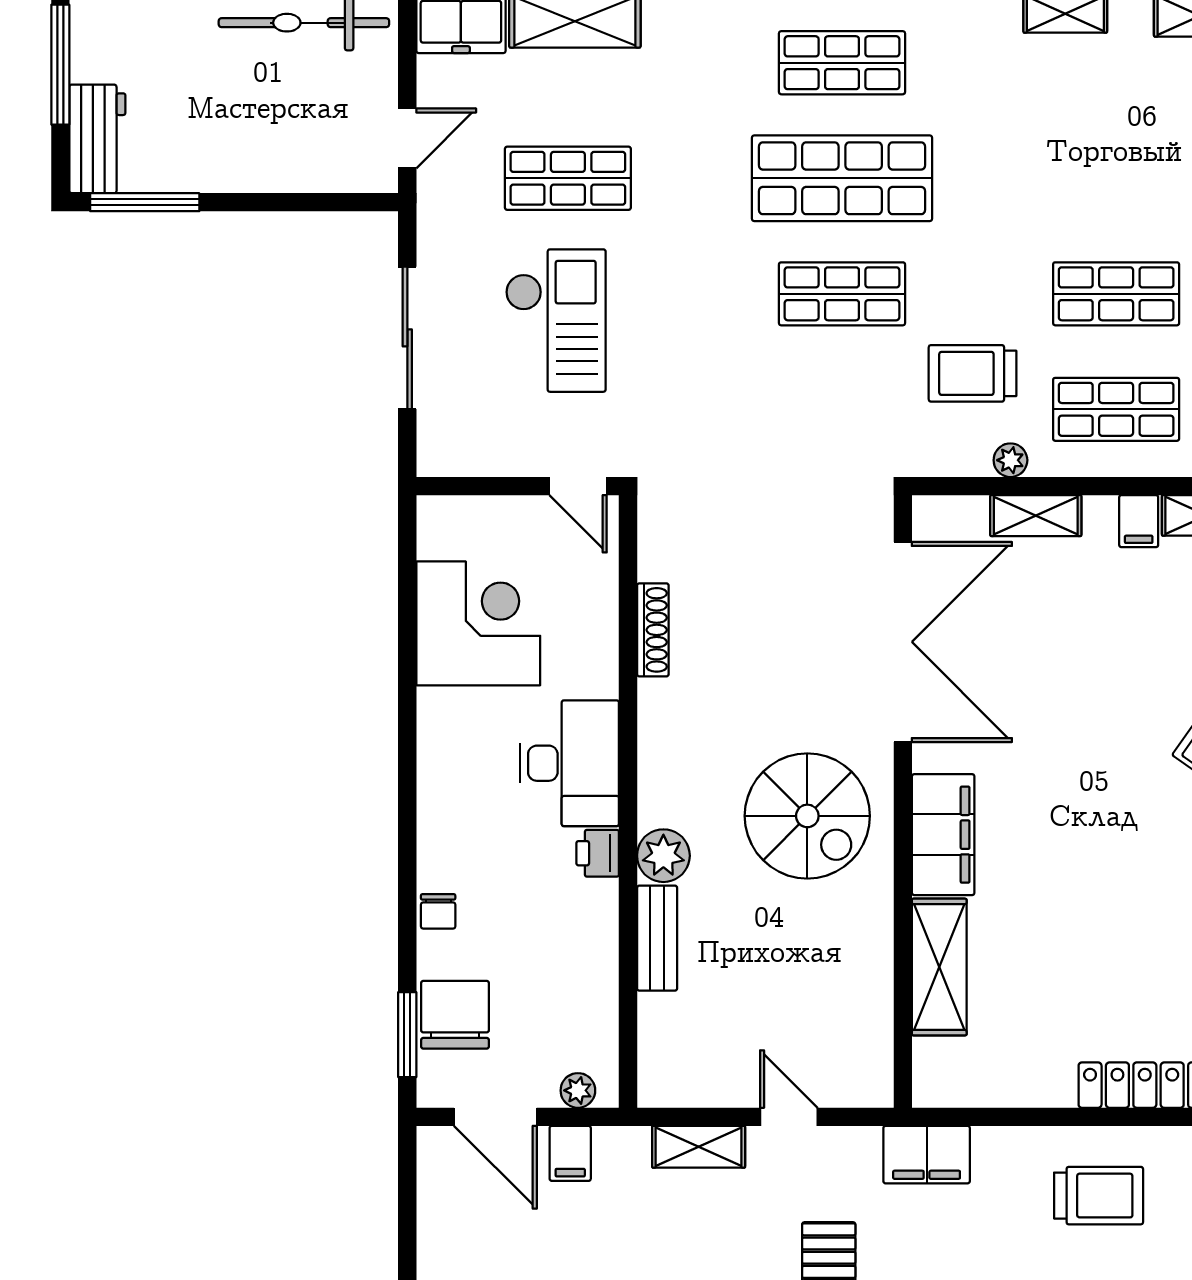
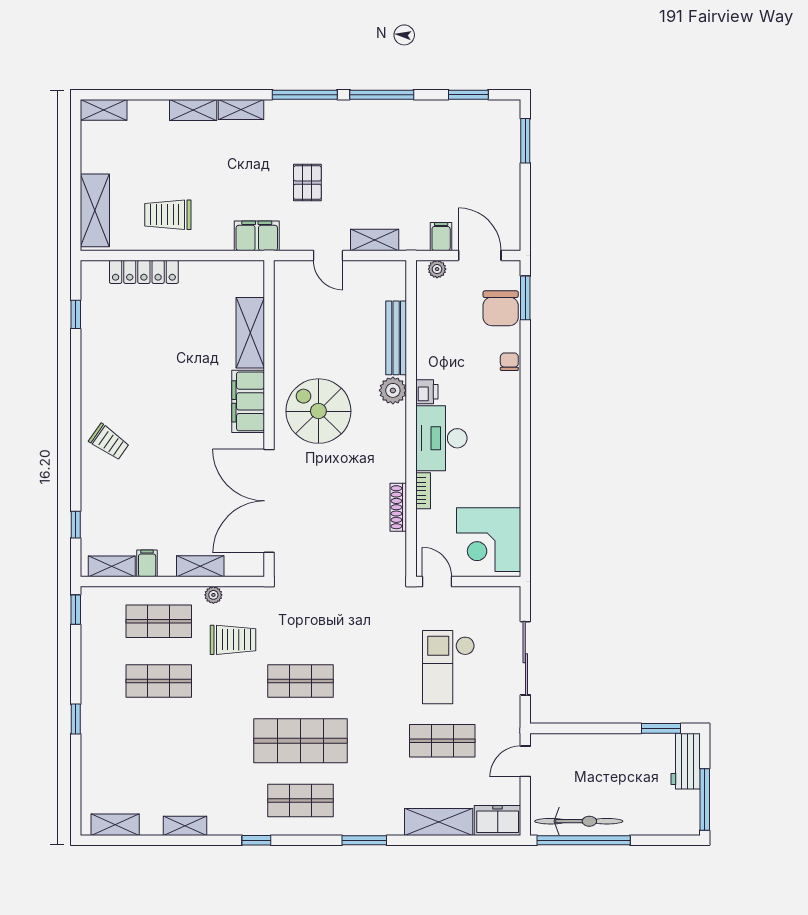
window: (145, 202) -> (661, 728), width x0.69
corner desk: (478, 623) -> (489, 540), moved
bookcase: (605, 662) -> (423, 491), added
bench: (657, 938) -> (396, 338), width x1.36

